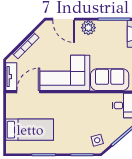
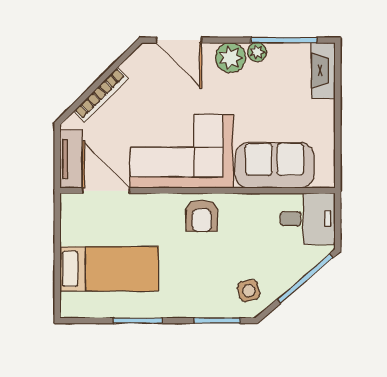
plant: (101, 25) -> (257, 52), added
door: (28, 92) -> (106, 191), hinge flipped
armchair: (74, 104) -> (202, 216), added

